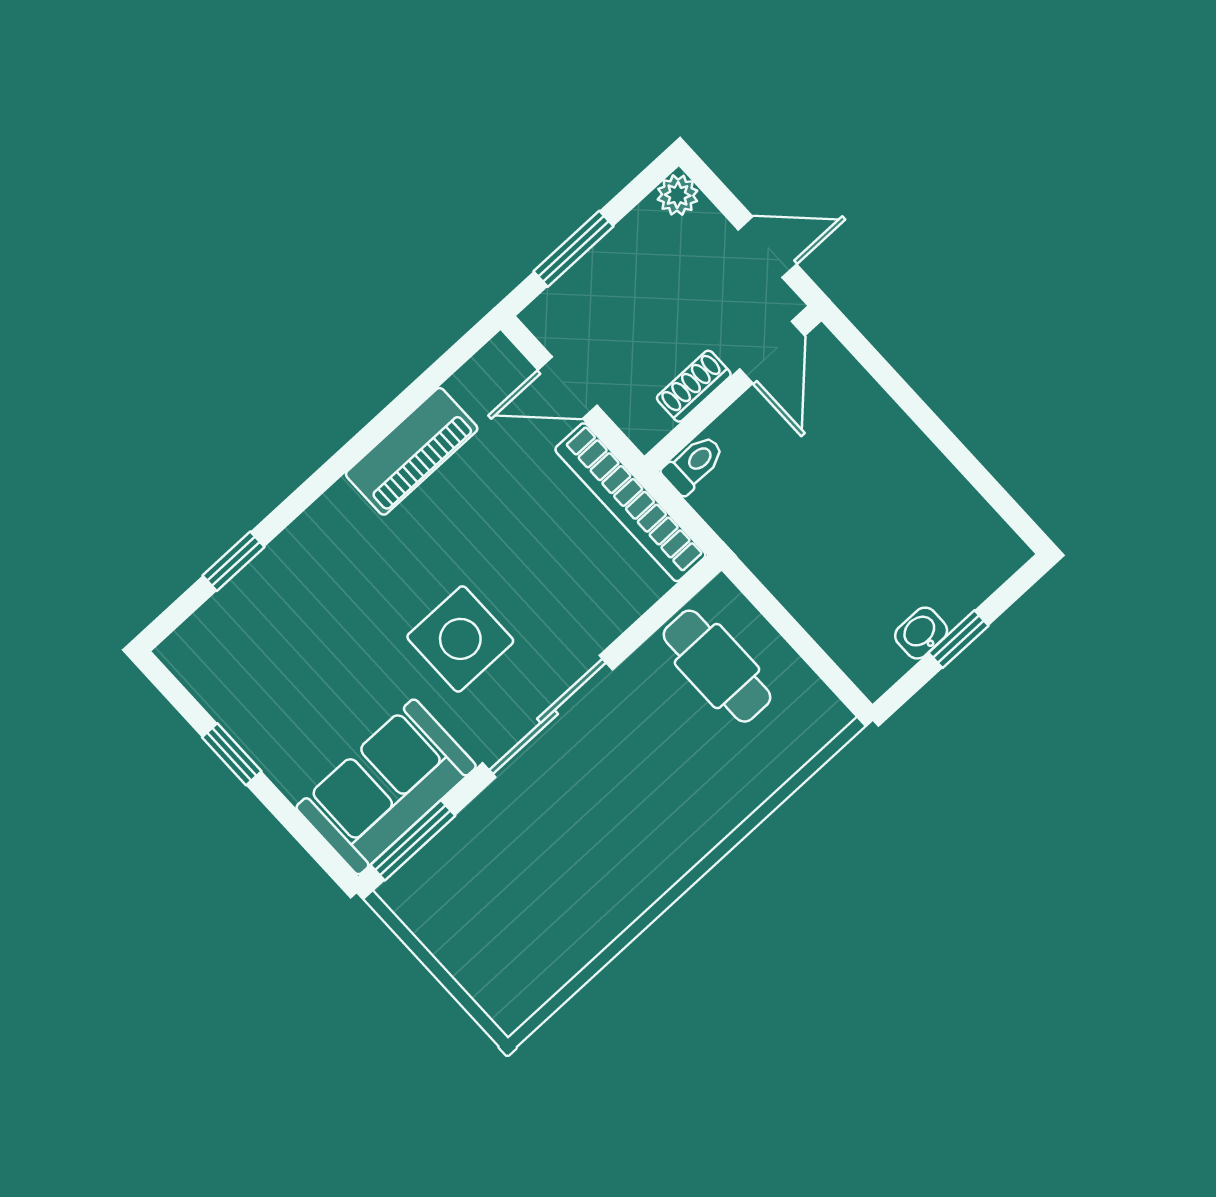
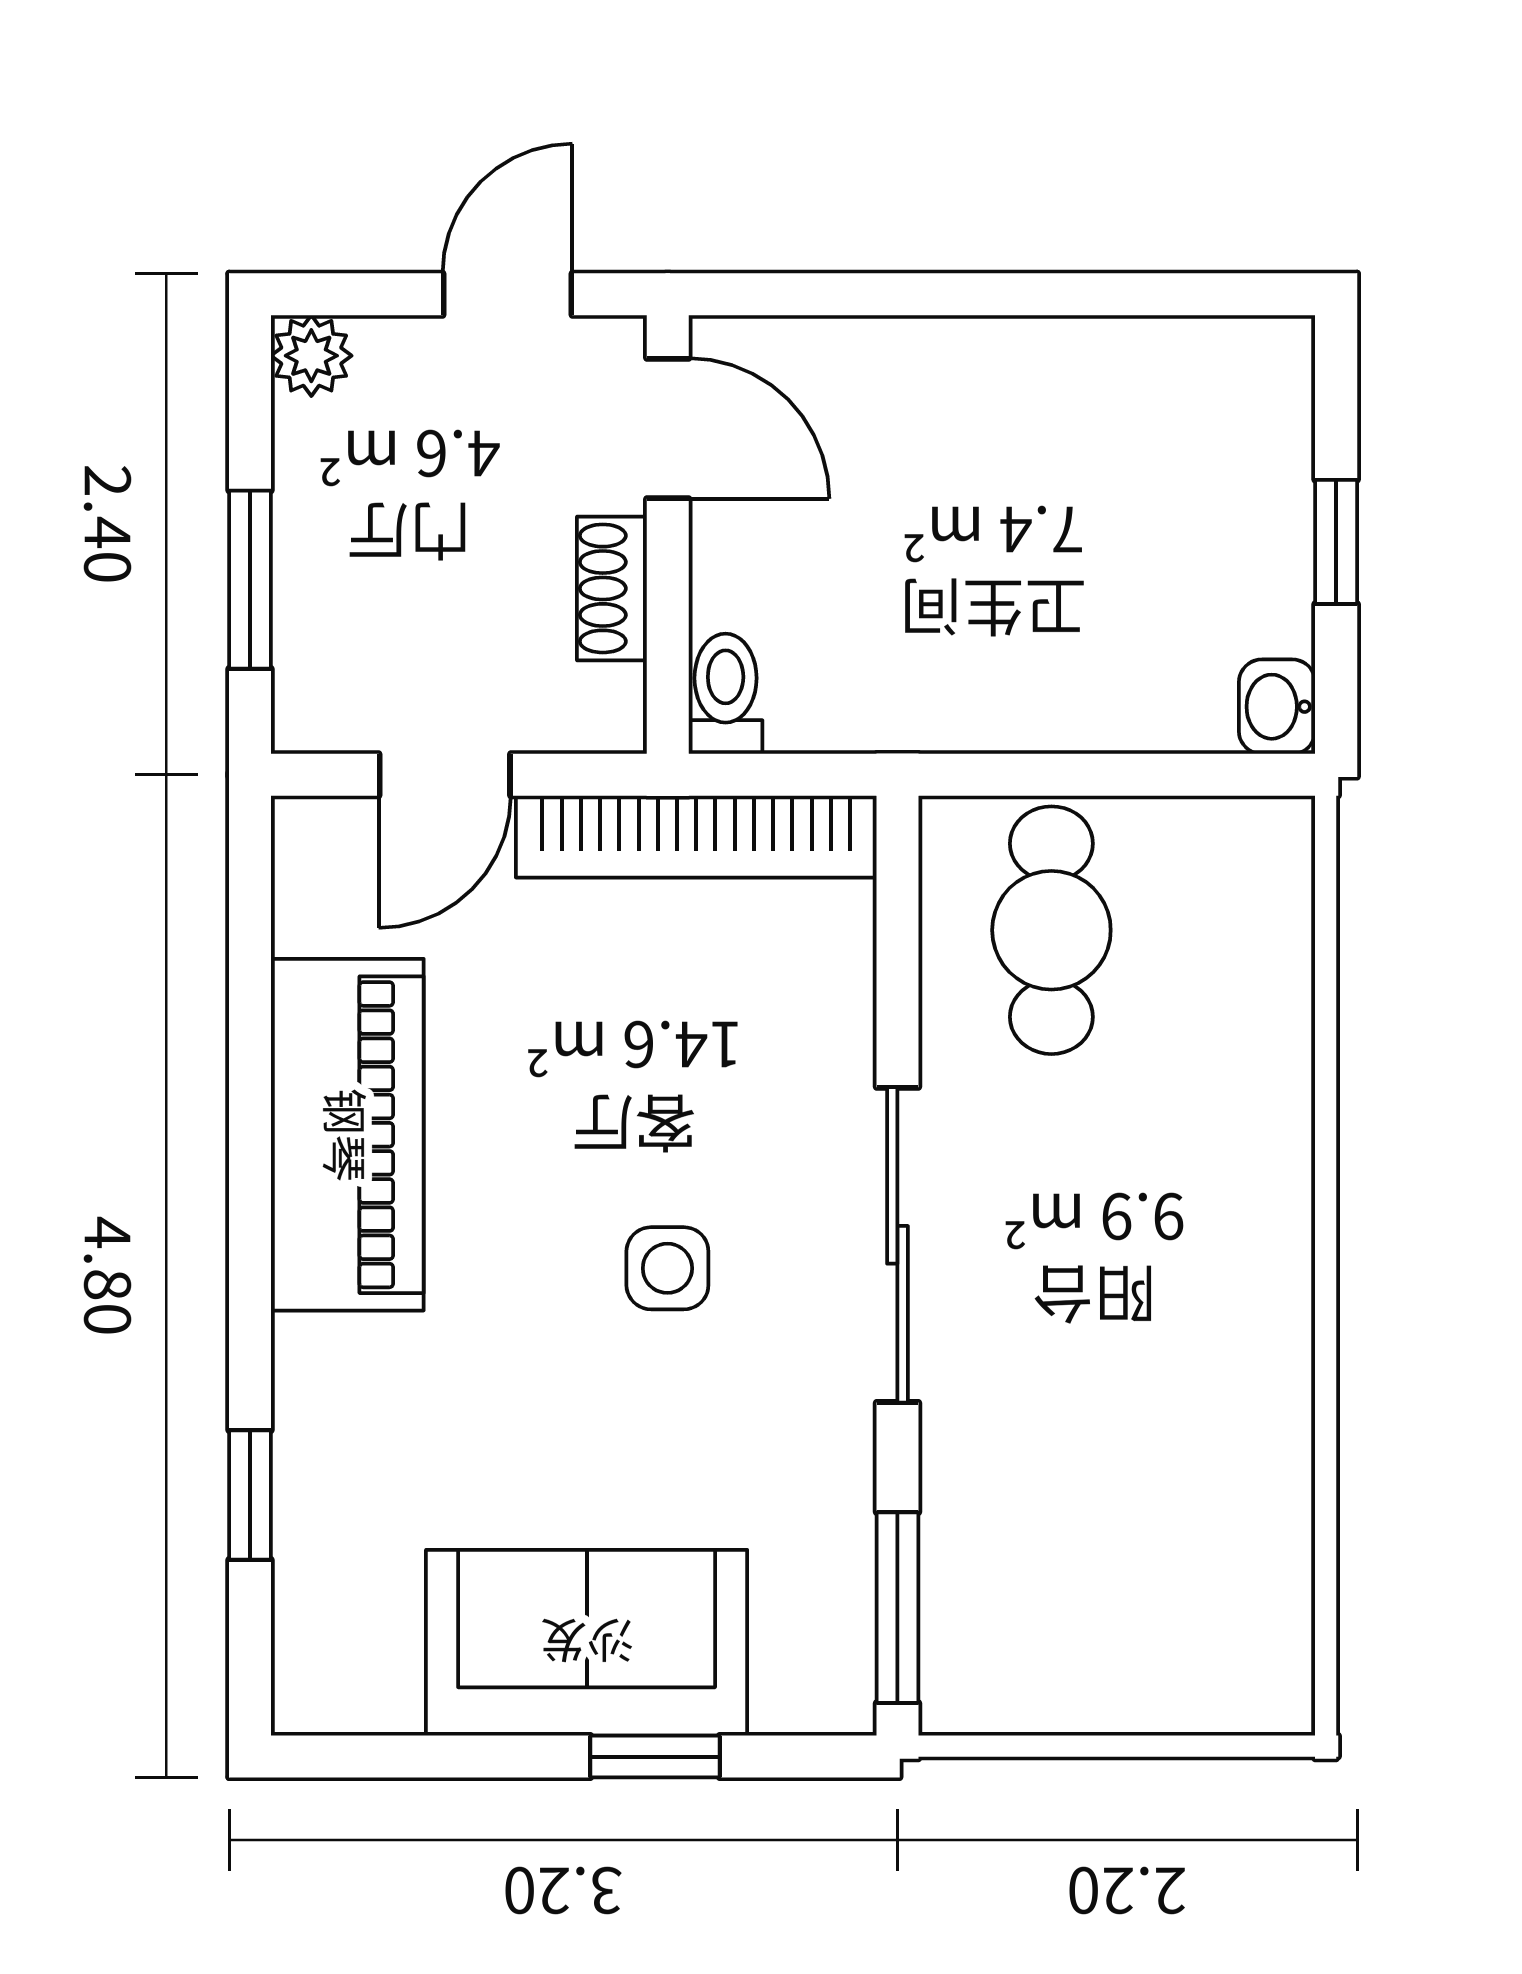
piano: (412, 451) -> (347, 1135), width x1.37, depth x1.33
washbasin: (921, 633) -> (1277, 707), moved
side table: (460, 639) -> (667, 1268), width x0.54, depth x0.54
cafe table: (717, 666) -> (1051, 930), turned 90
window: (232, 754) -> (655, 1757), moved
sofa: (386, 787) -> (587, 1643), moved, turned 90

